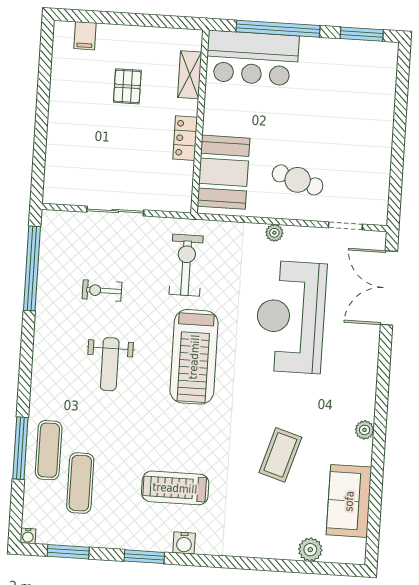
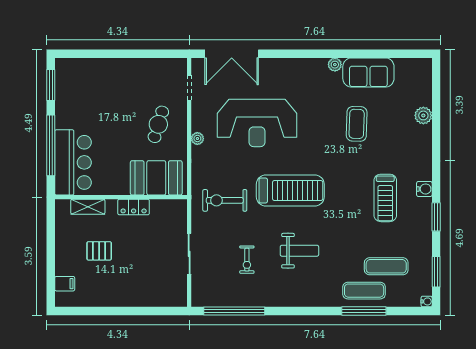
coffee table: (280, 455) -> (357, 124), turned 75
sofa: (349, 501) -> (368, 73), moved
plant: (310, 550) -> (423, 115), moved

